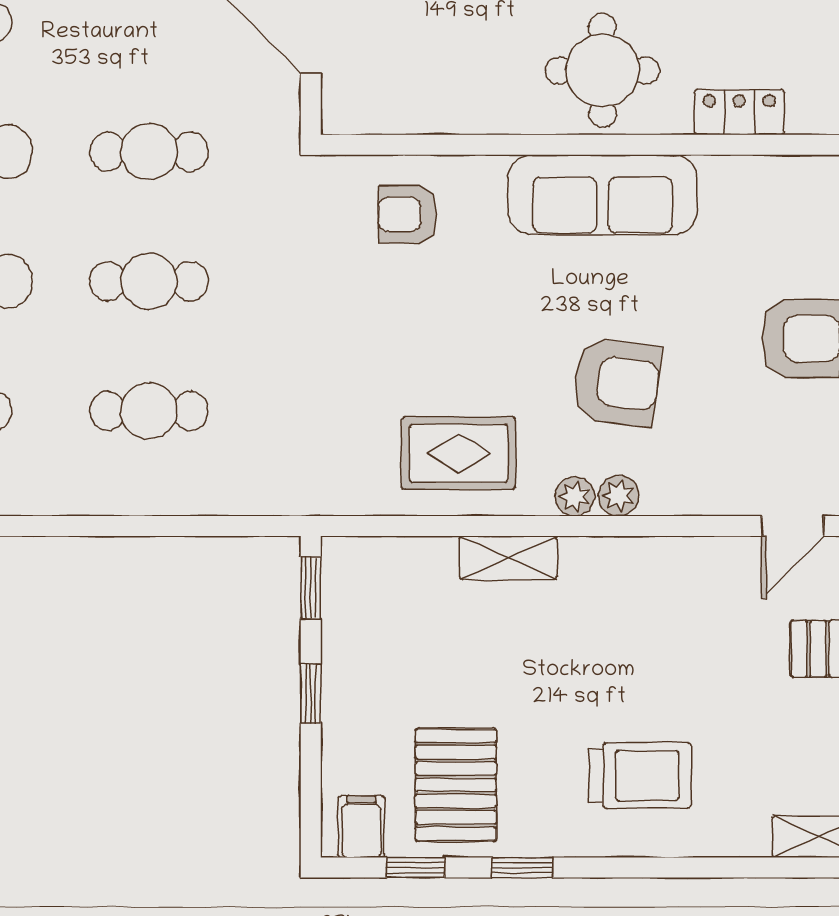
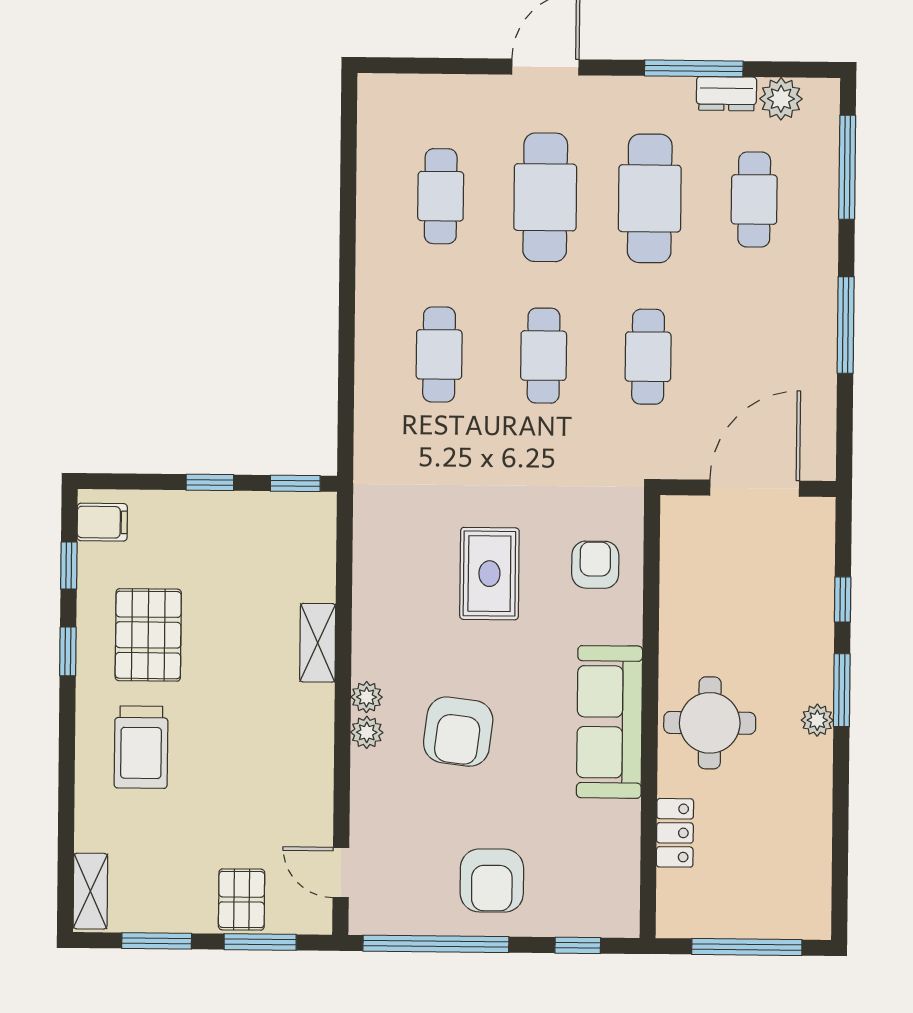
rug: (459, 453) -> (489, 574), moved
pallet: (456, 785) -> (148, 635), moved, turned 90

